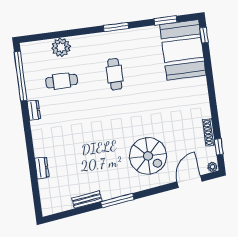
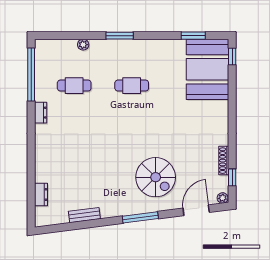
window: (116, 27) -> (120, 36), moved
plant: (61, 47) -> (83, 45), width x0.53, depth x0.53
cafe table: (115, 74) -> (132, 86), turned 90
dresser: (42, 168) -> (41, 195), moved
window: (117, 201) -> (140, 217), moved

